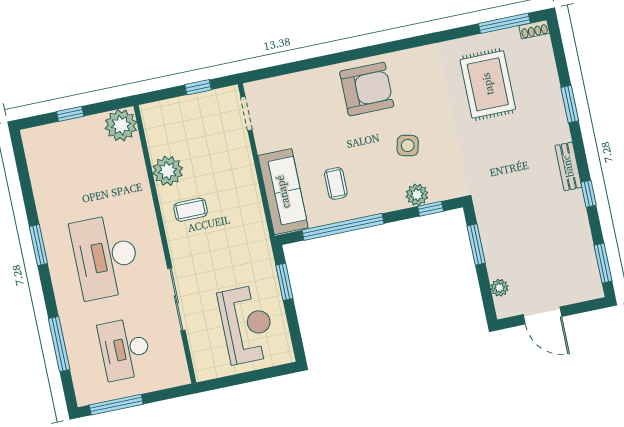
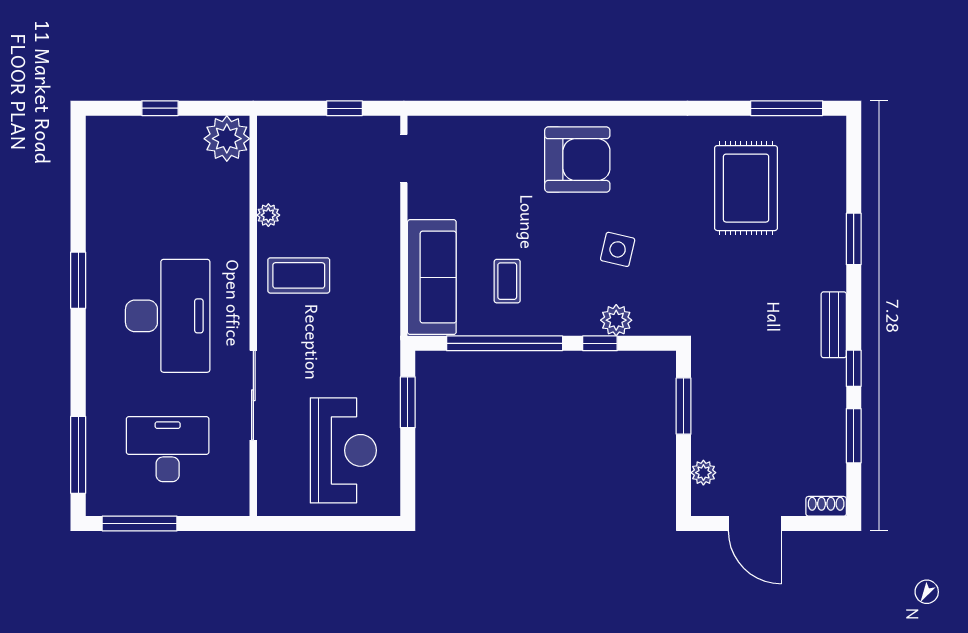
shoe rack: (534, 29) -> (826, 506), moved, turned 180
plant: (168, 171) -> (268, 215), width x0.53, depth x0.53
window: (431, 209) -> (600, 343), moved
coffee table: (191, 210) -> (299, 275), width x1.36, depth x1.30
desk: (106, 257) -> (168, 316), turned 180
window: (603, 263) -> (854, 436), moved
window: (59, 344) -> (78, 455), moved
desk: (125, 349) -> (168, 449), turned 90

